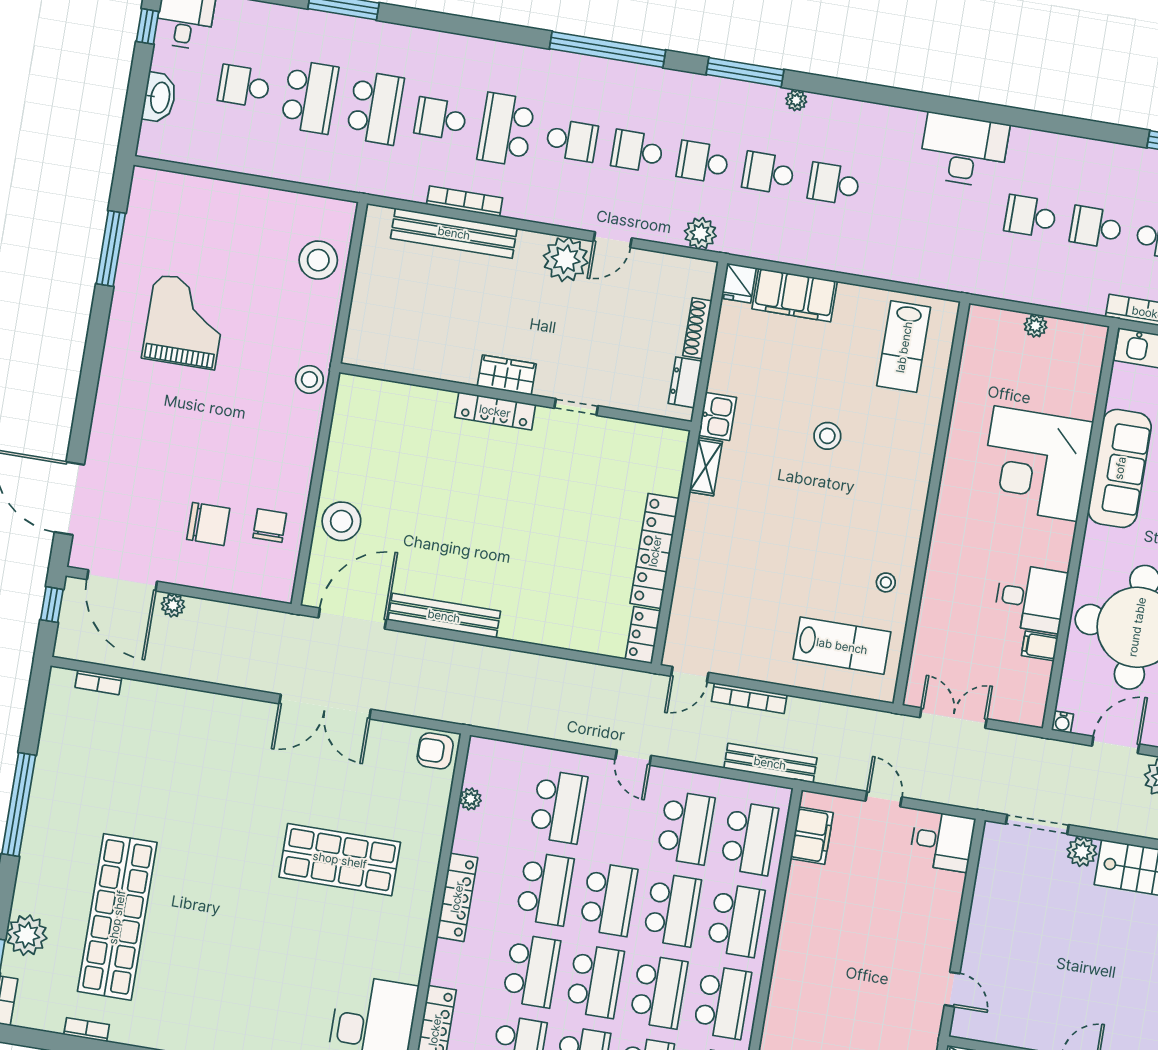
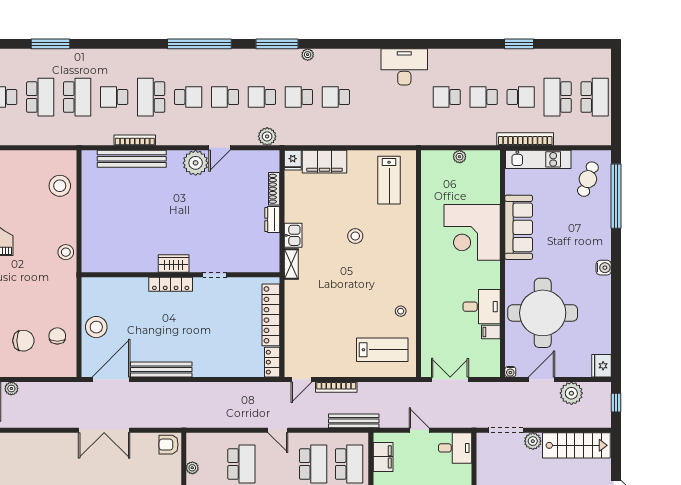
wardrobe: (507, 375) -> (174, 264), moved
wall: (515, 397) -> (180, 275), moved
doorway: (576, 407) -> (215, 275), moved
locker: (495, 411) -> (171, 284), moved

